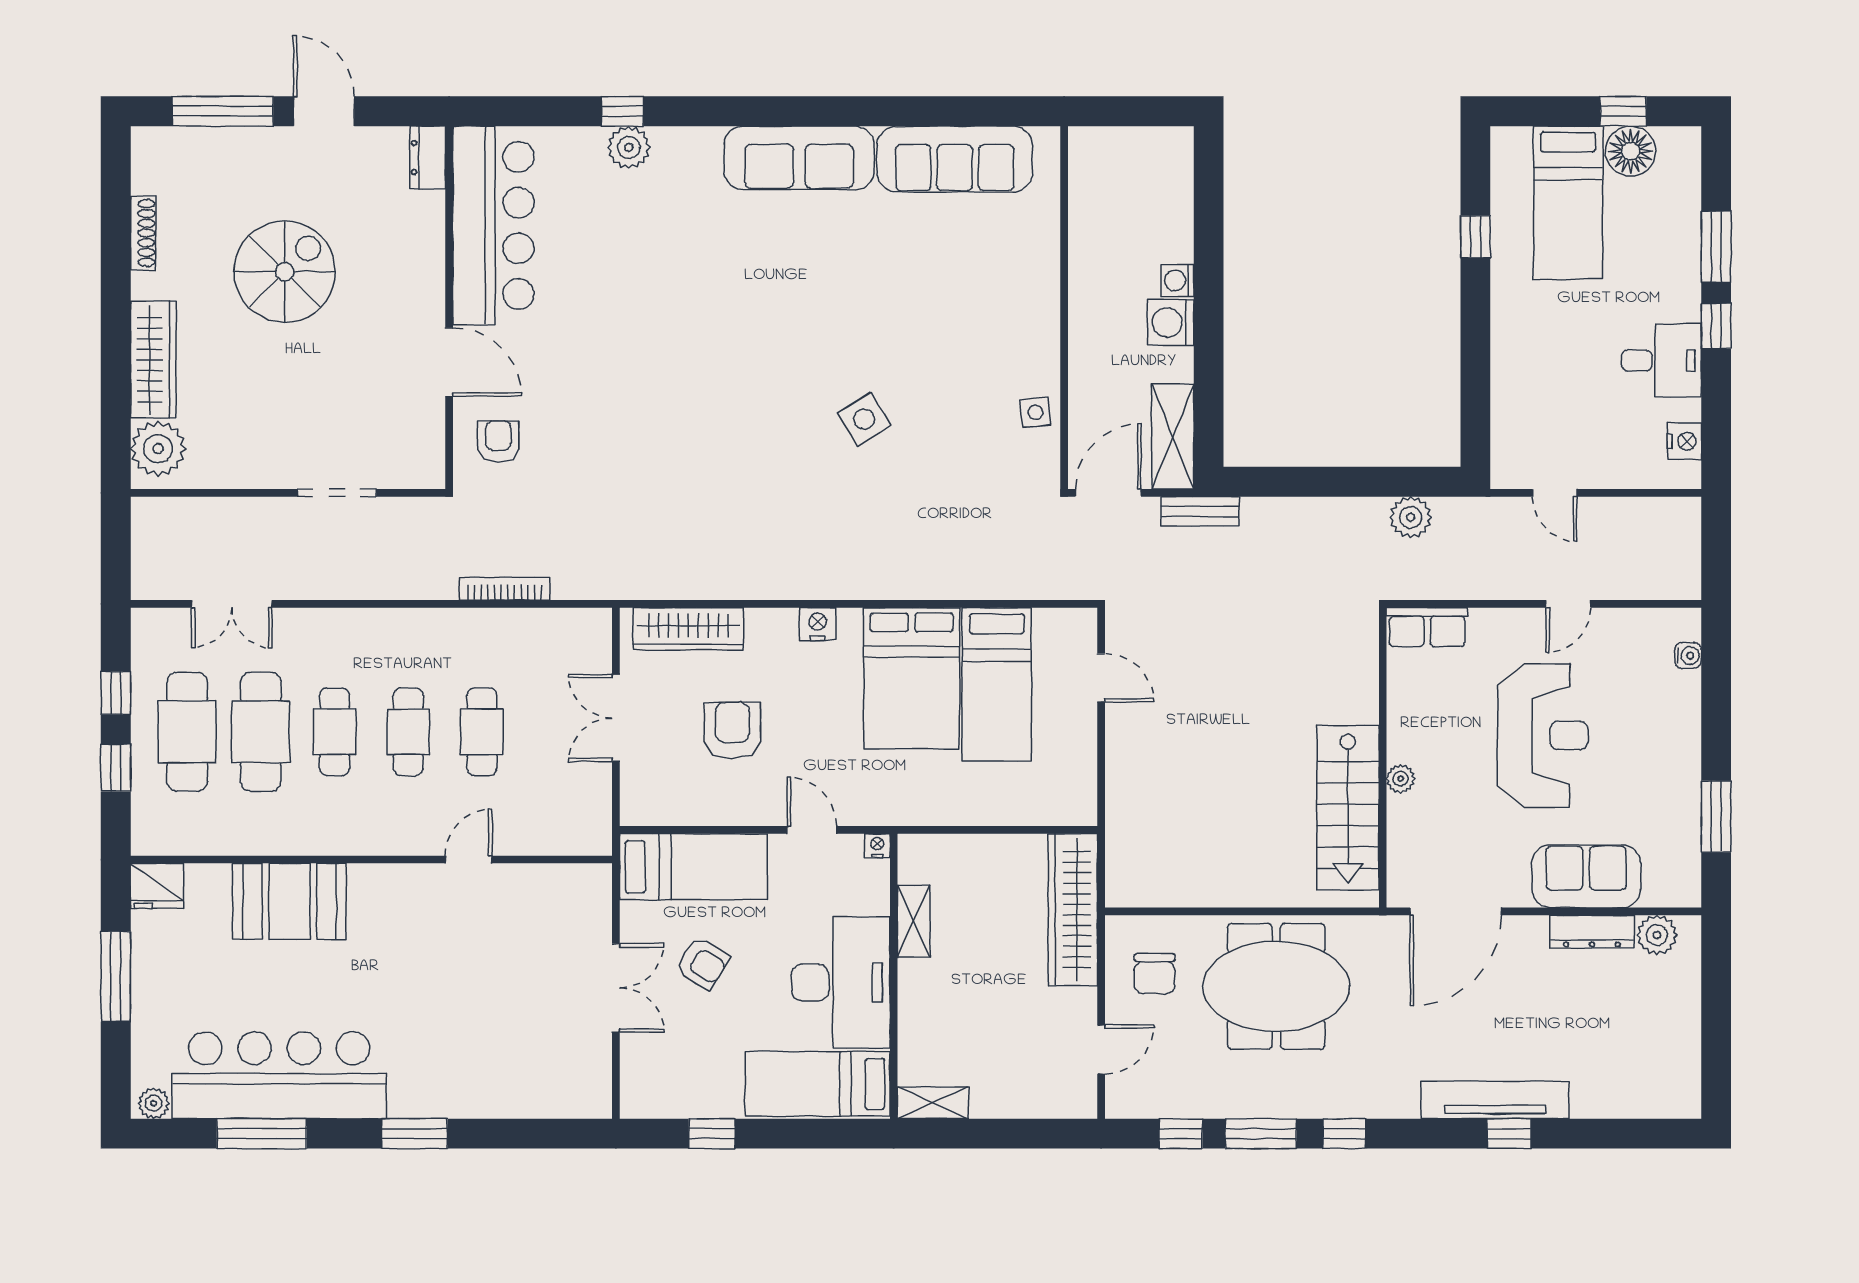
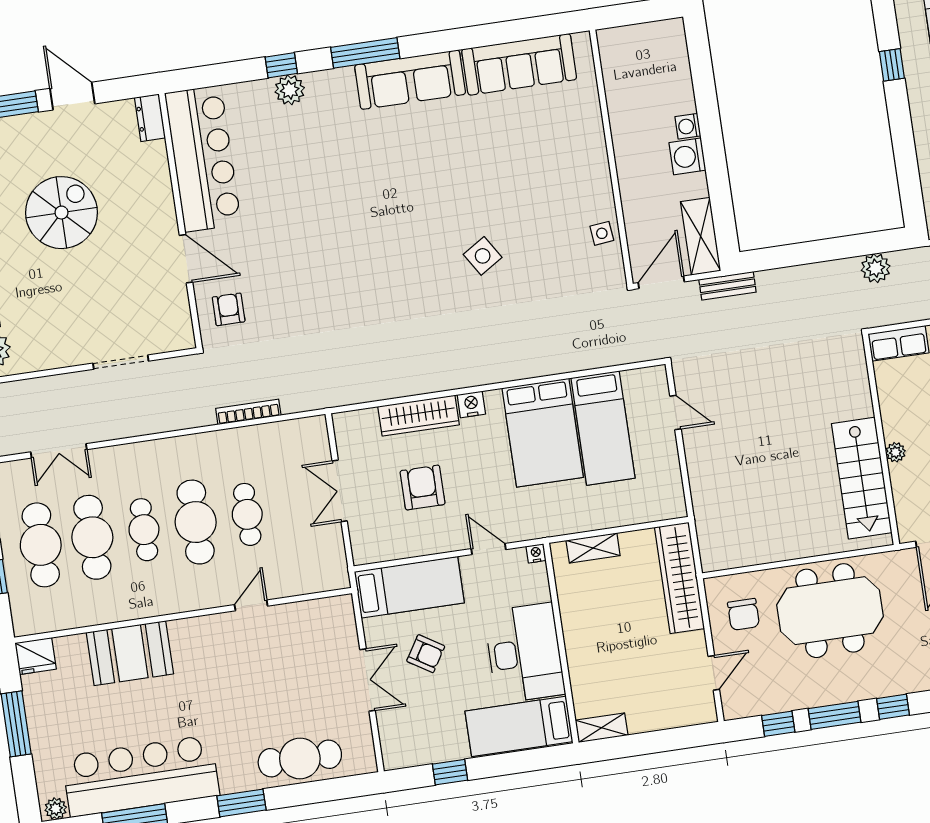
window: (742, 111) -> (365, 53), added
wardrobe: (688, 629) -> (419, 416), moved
cafe table: (408, 732) -> (196, 522), width x1.37, depth x1.35
shelving: (914, 921) -> (593, 548), moved, turned 90
cafe table: (505, 1084) -> (300, 758), added

